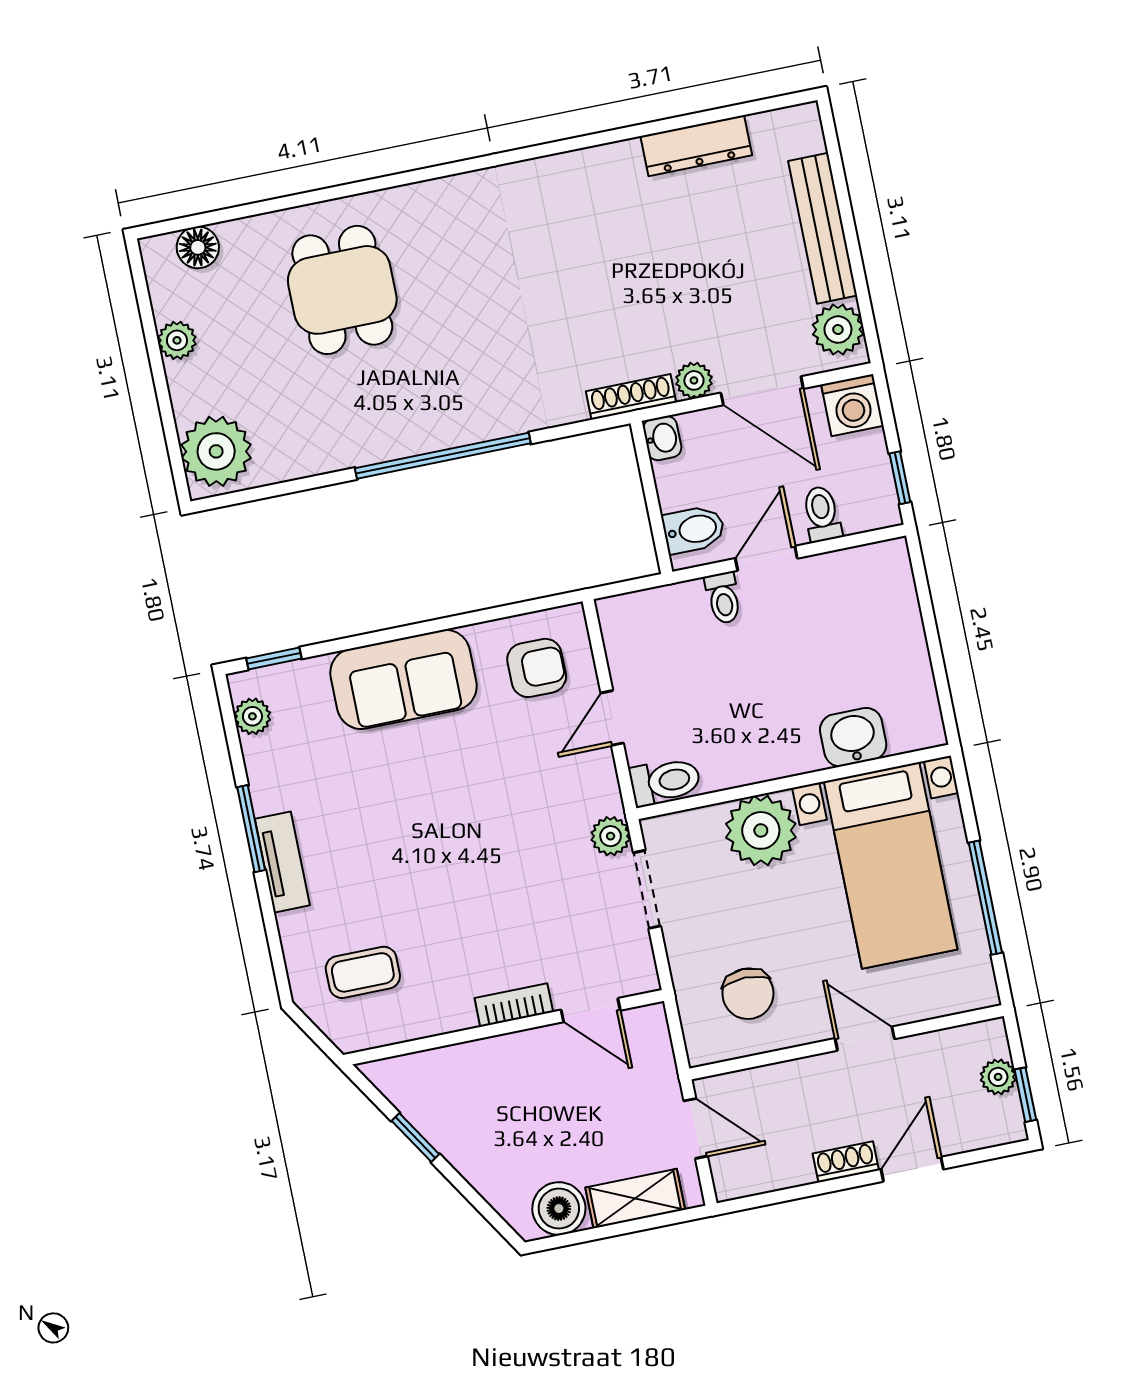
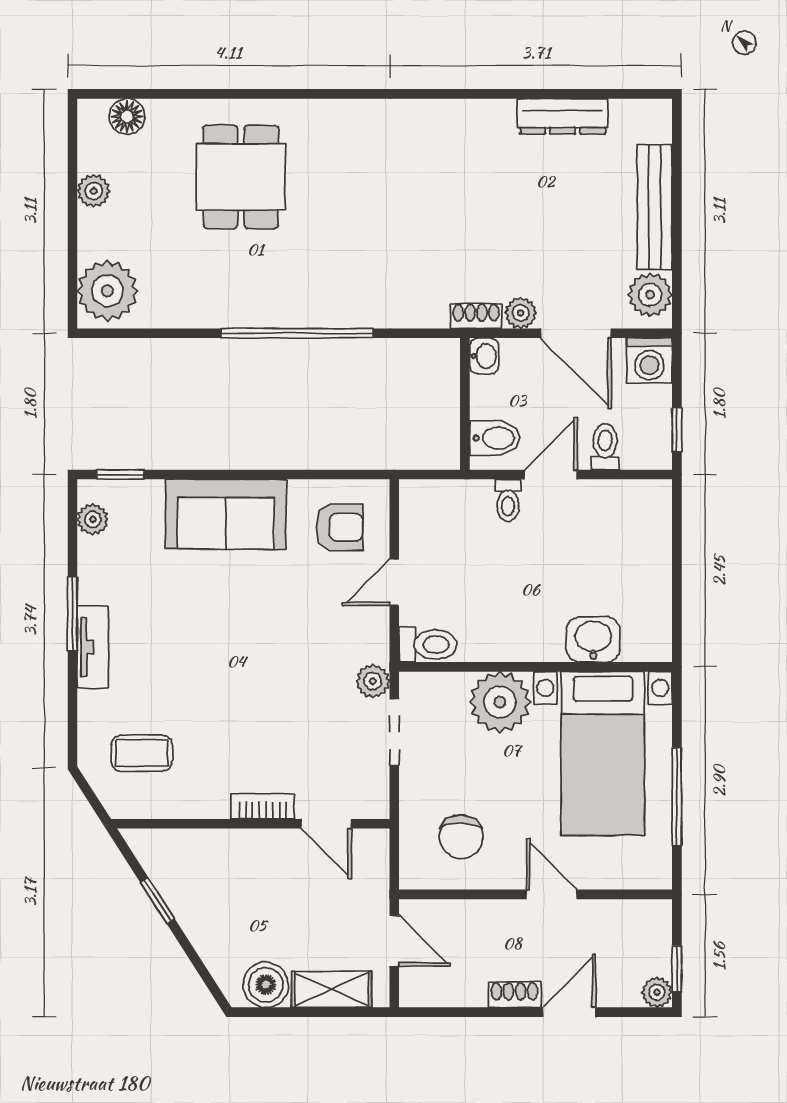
shoe rack: (631, 397) -> (476, 316), width x0.70
plant: (998, 1077) -> (657, 992), moved

